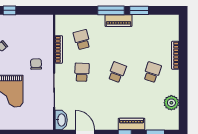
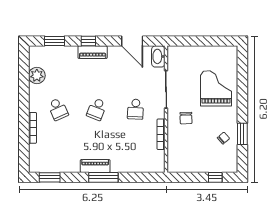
window: (139, 10) -> (50, 177), moved
school desk: (82, 40) -> (136, 145), removed
school desk: (152, 72) -> (58, 109), turned -42
piano: (132, 124) -> (93, 52), moved

